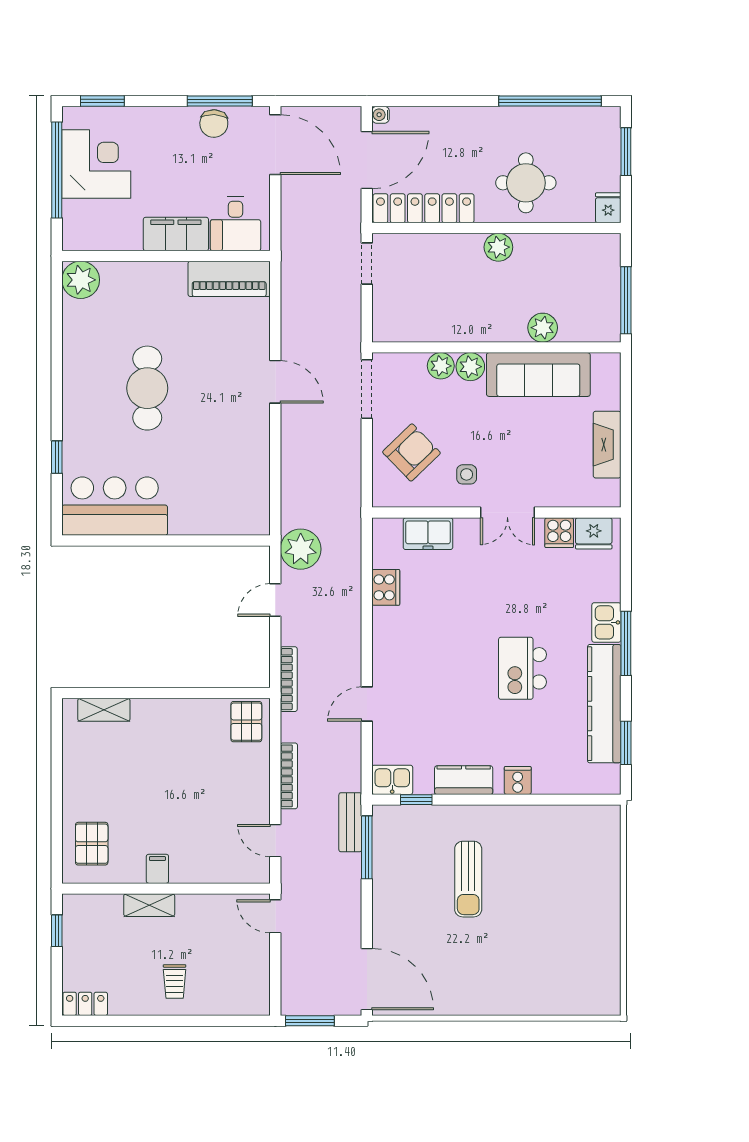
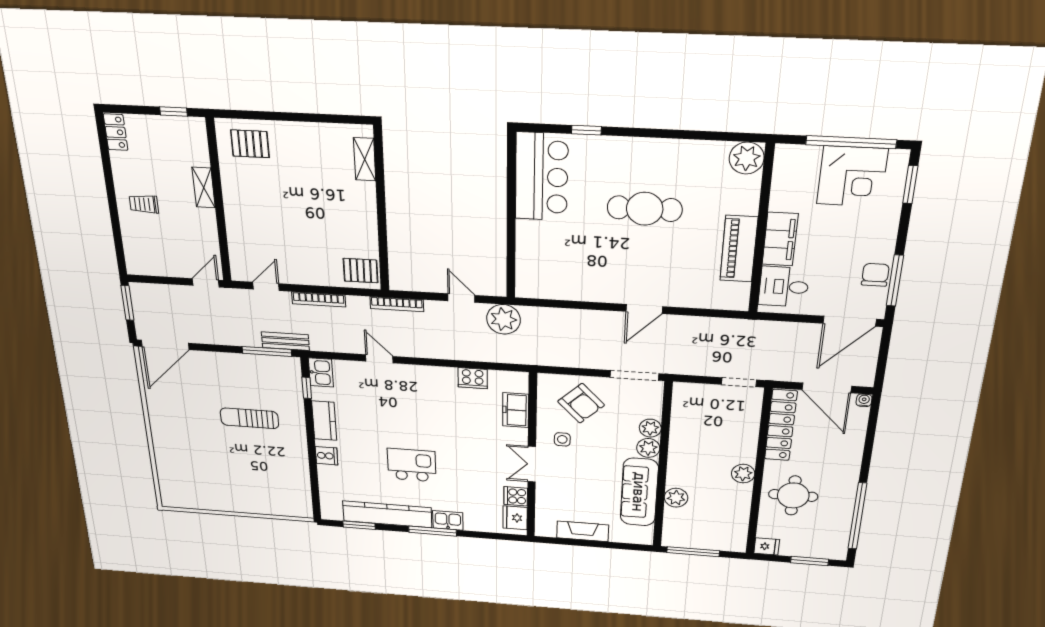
chair: (214, 124) -> (875, 275), turned 87
piano: (229, 279) -> (739, 249), moved
filing cabinet: (157, 869) -> (234, 196), removed

